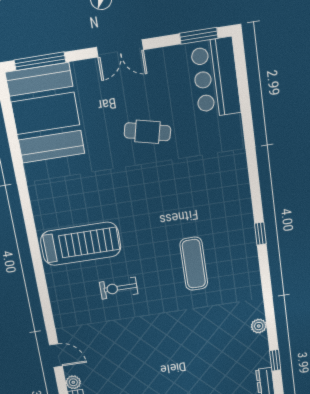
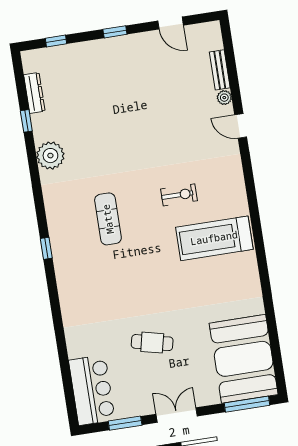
window: (199, 36) -> (125, 423), moved
plant: (259, 326) -> (50, 156), width x1.87, depth x1.87

